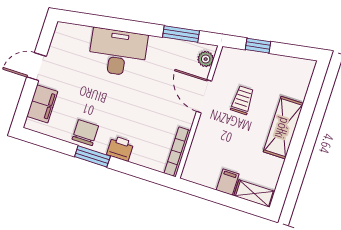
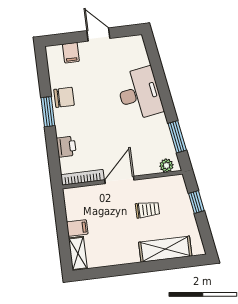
door: (204, 96) -> (119, 180), moved
filing cabinet: (42, 104) -> (71, 53), width x0.50
shelving: (283, 128) -> (165, 249), moved
printer: (120, 148) -> (66, 147), moved

